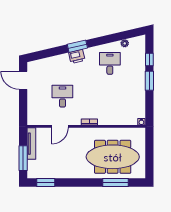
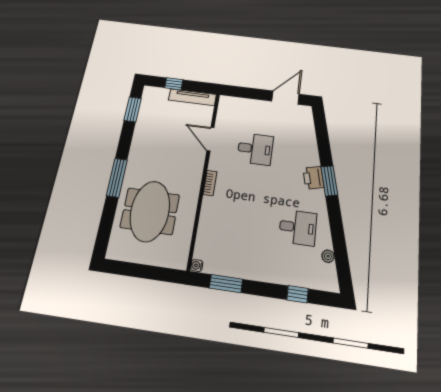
window: (149, 81) -> (226, 284), moved
meeting table: (113, 157) -> (150, 211), width x0.73
window: (23, 158) -> (174, 84), width x0.46
window: (116, 183) -> (117, 178), moved

